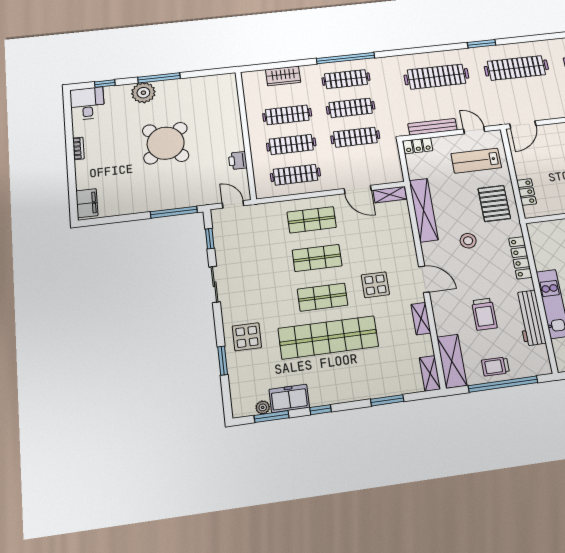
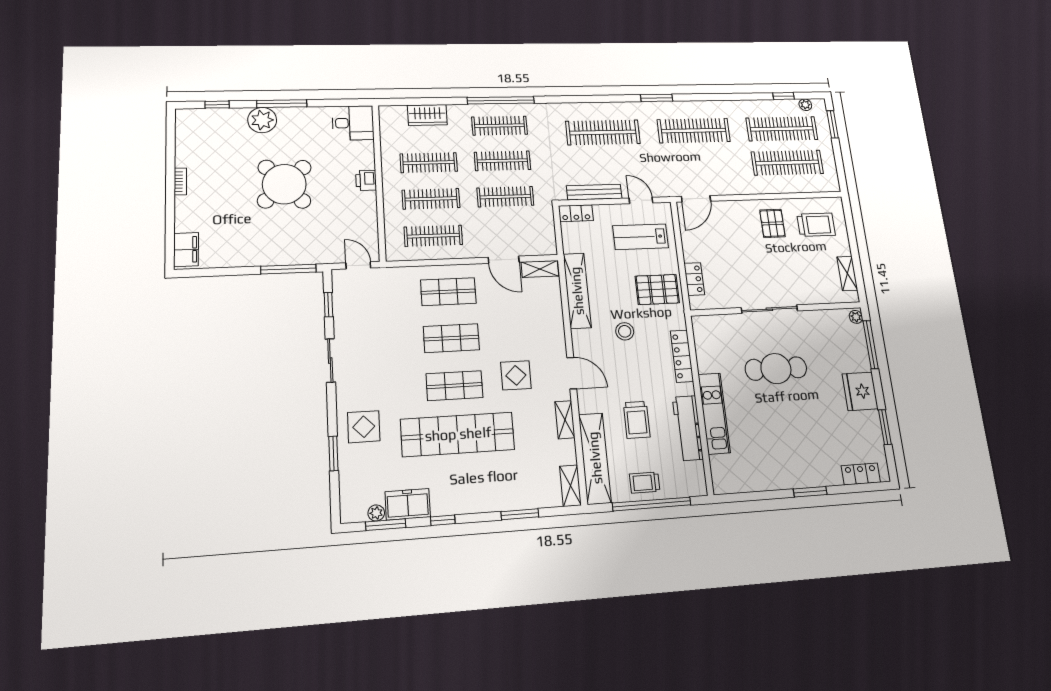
desk: (87, 104) -> (353, 123), moved, turned 90
printer: (238, 160) -> (366, 180), moved
pallet: (494, 203) -> (657, 289), turned 90
shelving: (452, 361) -> (595, 458), width x1.47

